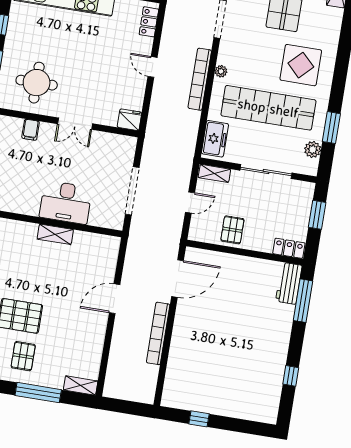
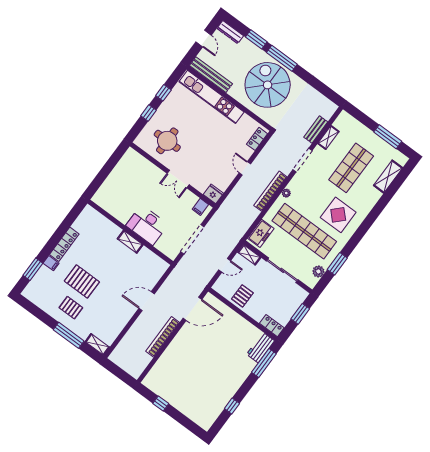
filing cabinet: (31, 130) -> (200, 207), moved
pallet: (23, 356) -> (71, 308), turned 90

